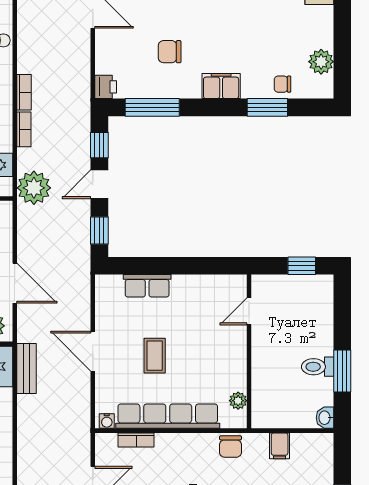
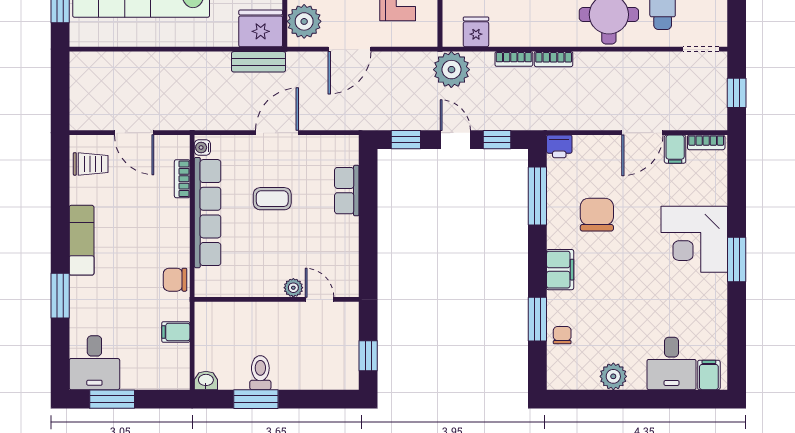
chair: (170, 52) -> (597, 215), width x1.37, depth x1.37
plant: (321, 62) -> (613, 376), moved
plant: (238, 401) -> (293, 288), moved

